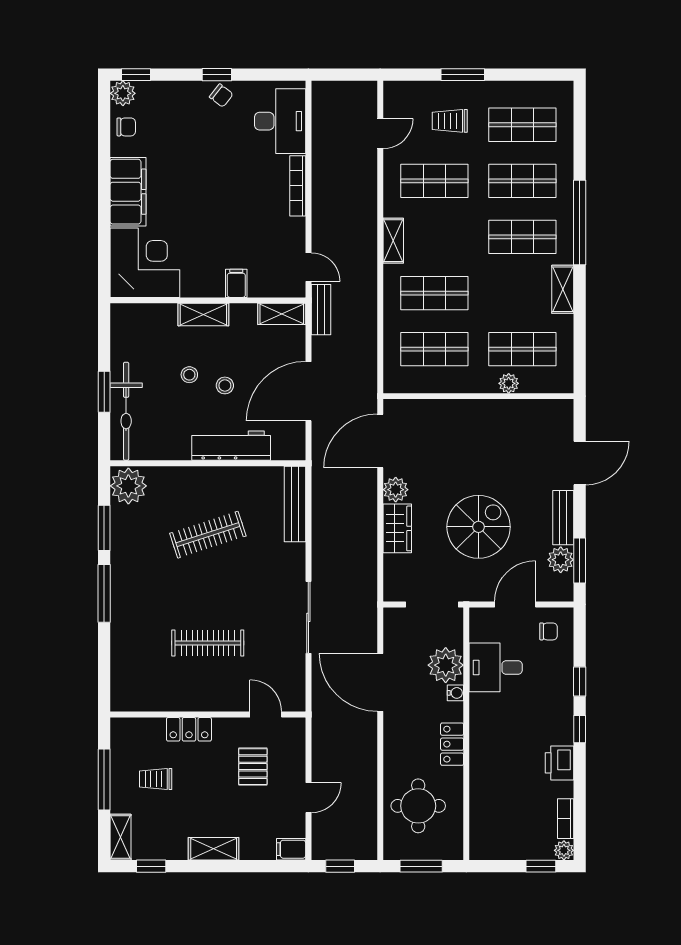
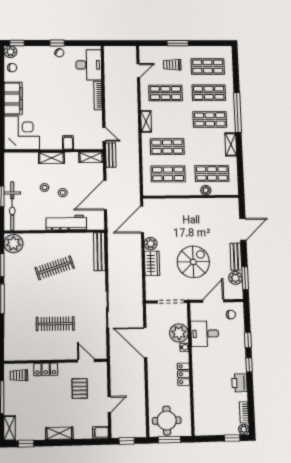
trolley: (156, 779) -> (19, 375), moved
round table: (418, 806) -> (167, 421), moved

